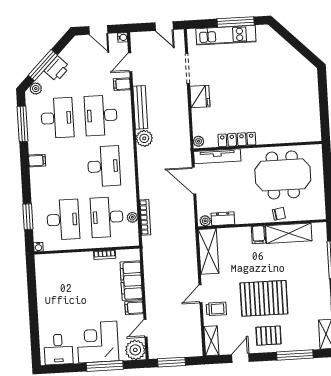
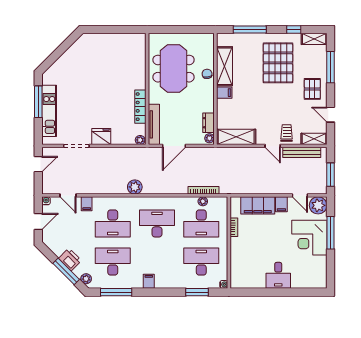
bench: (140, 107) -> (302, 152), moved
pallet: (264, 298) -> (278, 63), moved
desk: (58, 349) -> (278, 275), moved, turned 90

